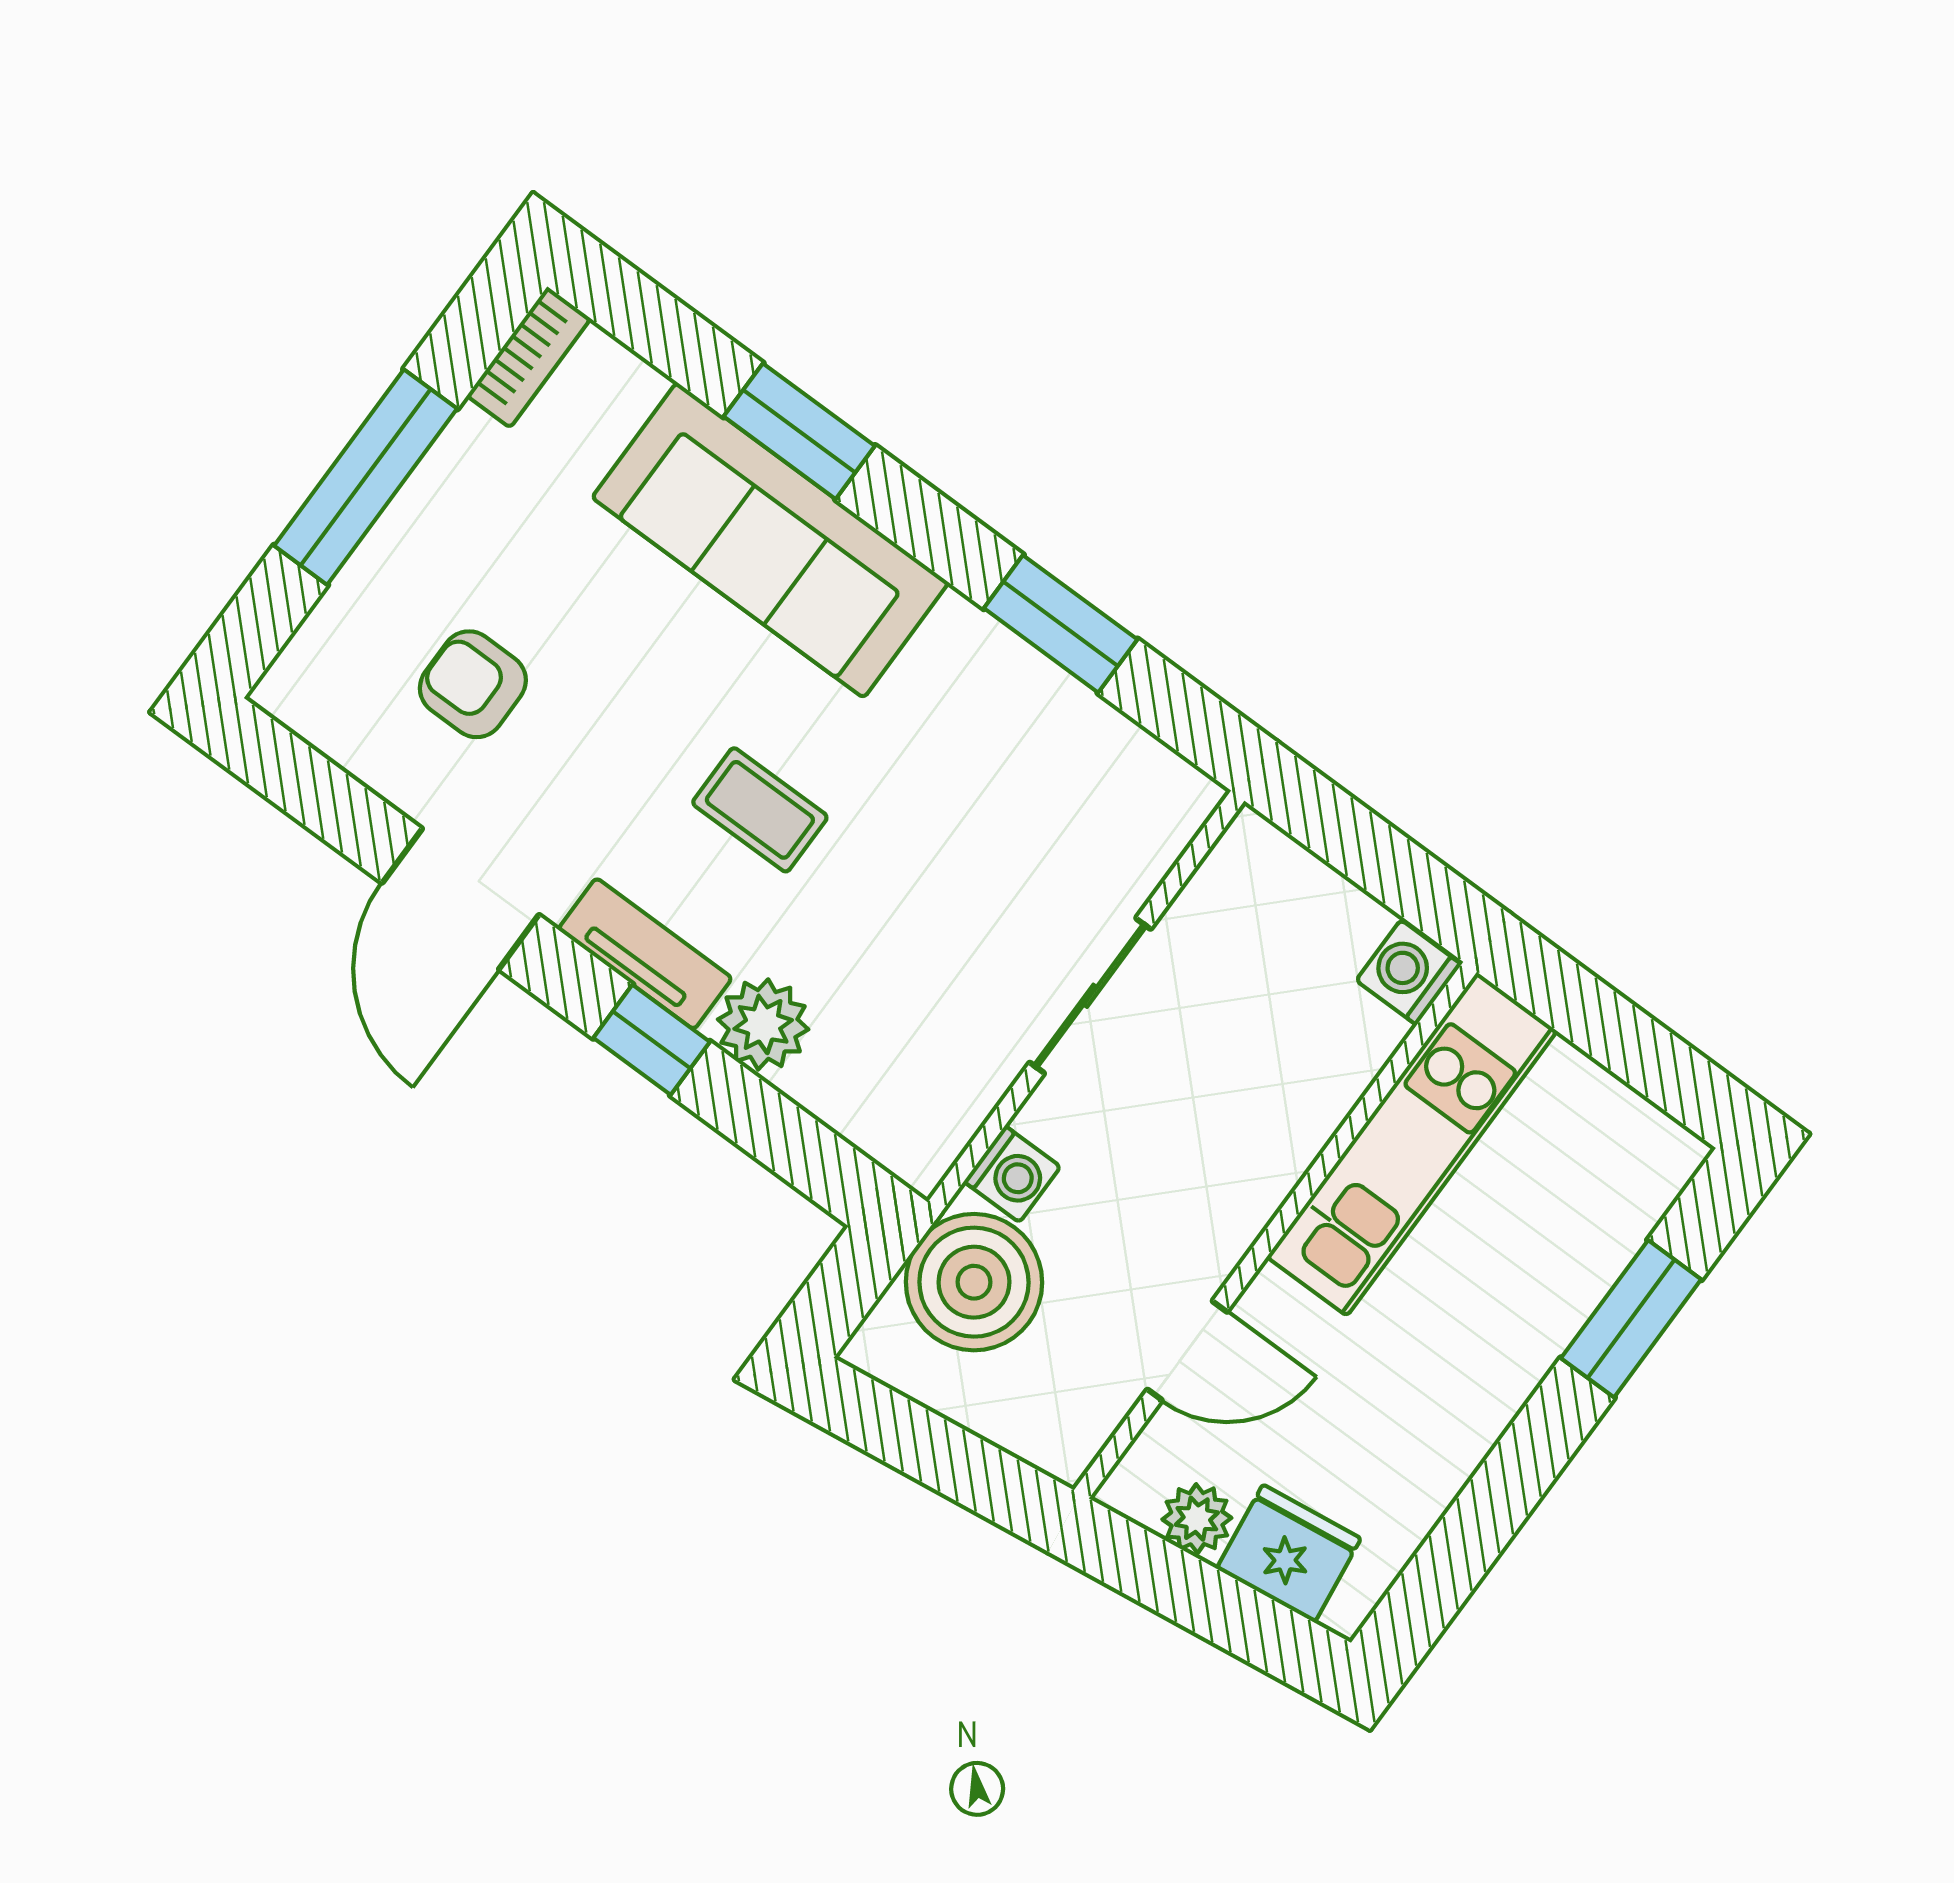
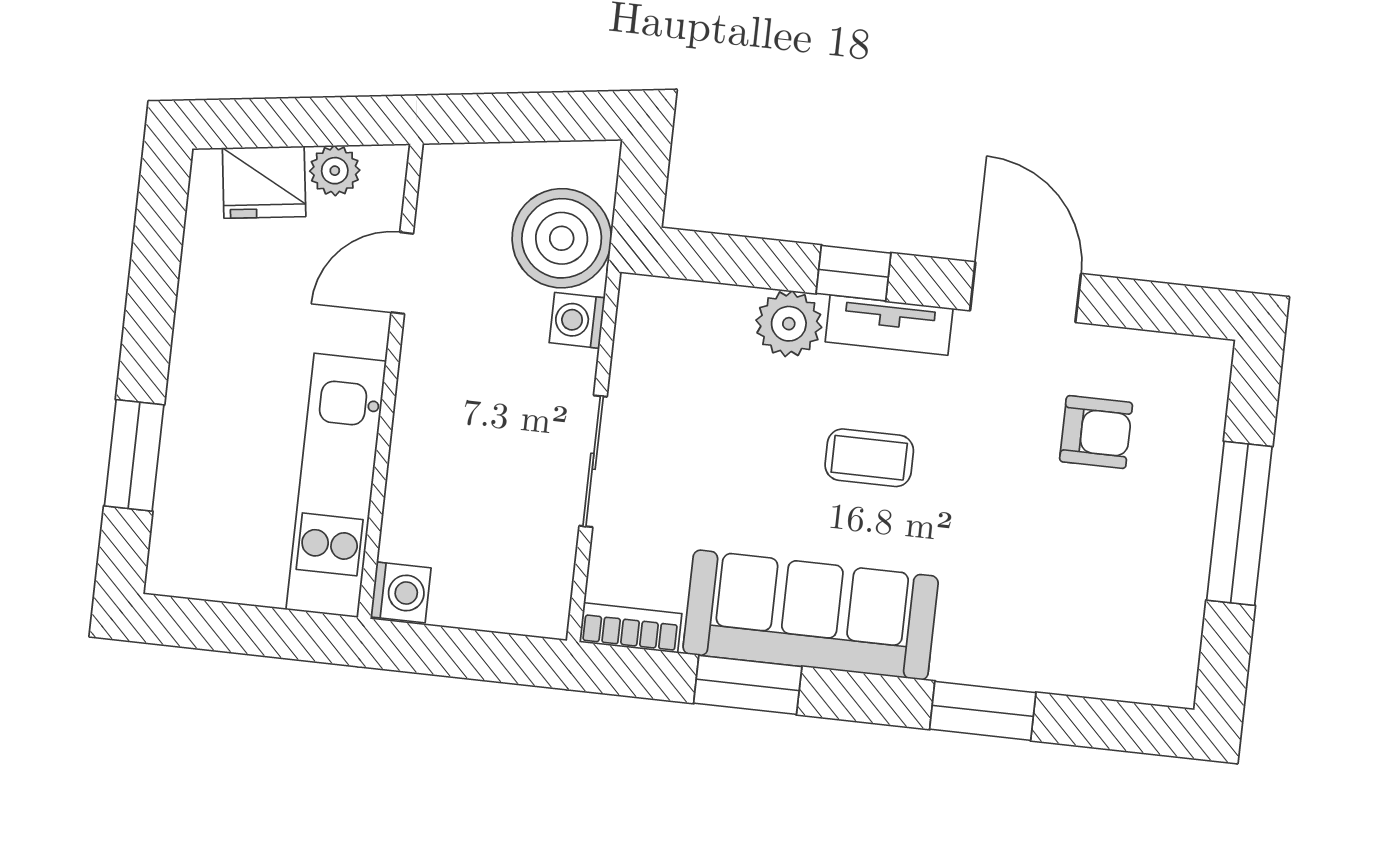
bookcase: (529, 357) -> (631, 628), moved, turned 90
sofa: (770, 540) -> (811, 615), moved

